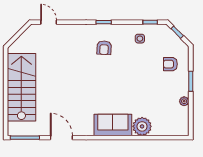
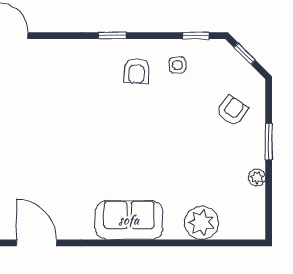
armchair: (104, 48) -> (137, 71), moved
armchair: (170, 64) -> (232, 111), turned 124
plant: (142, 126) -> (201, 223), moved

